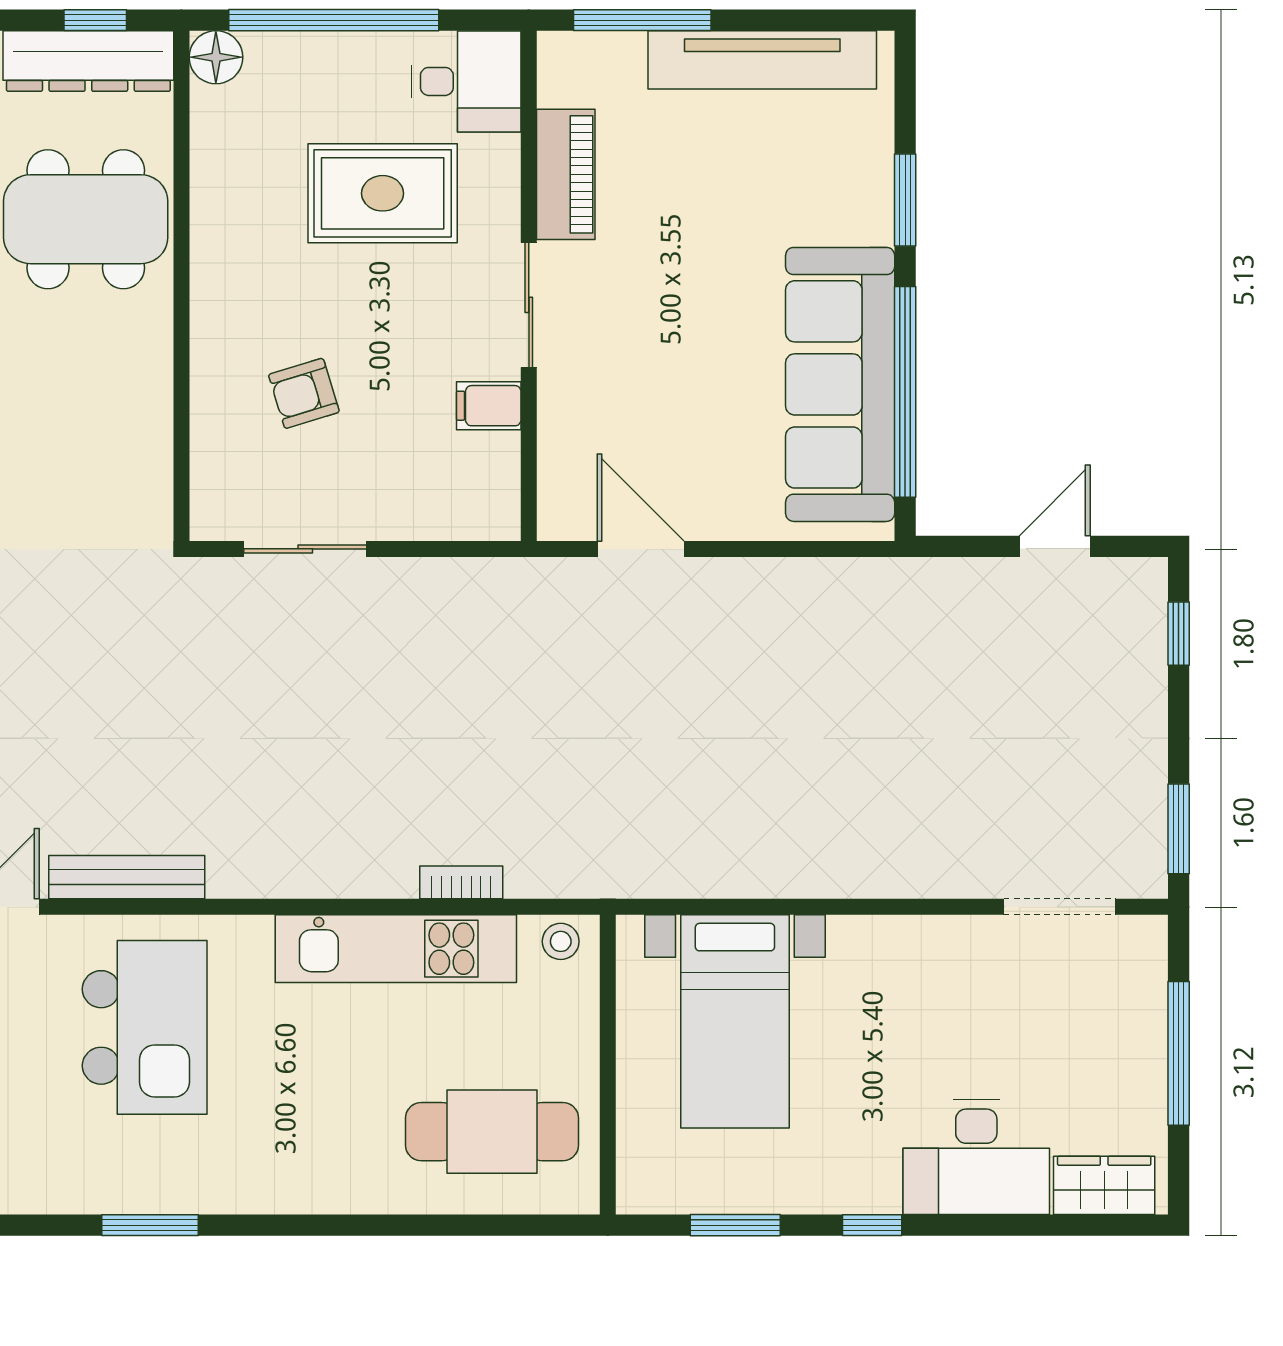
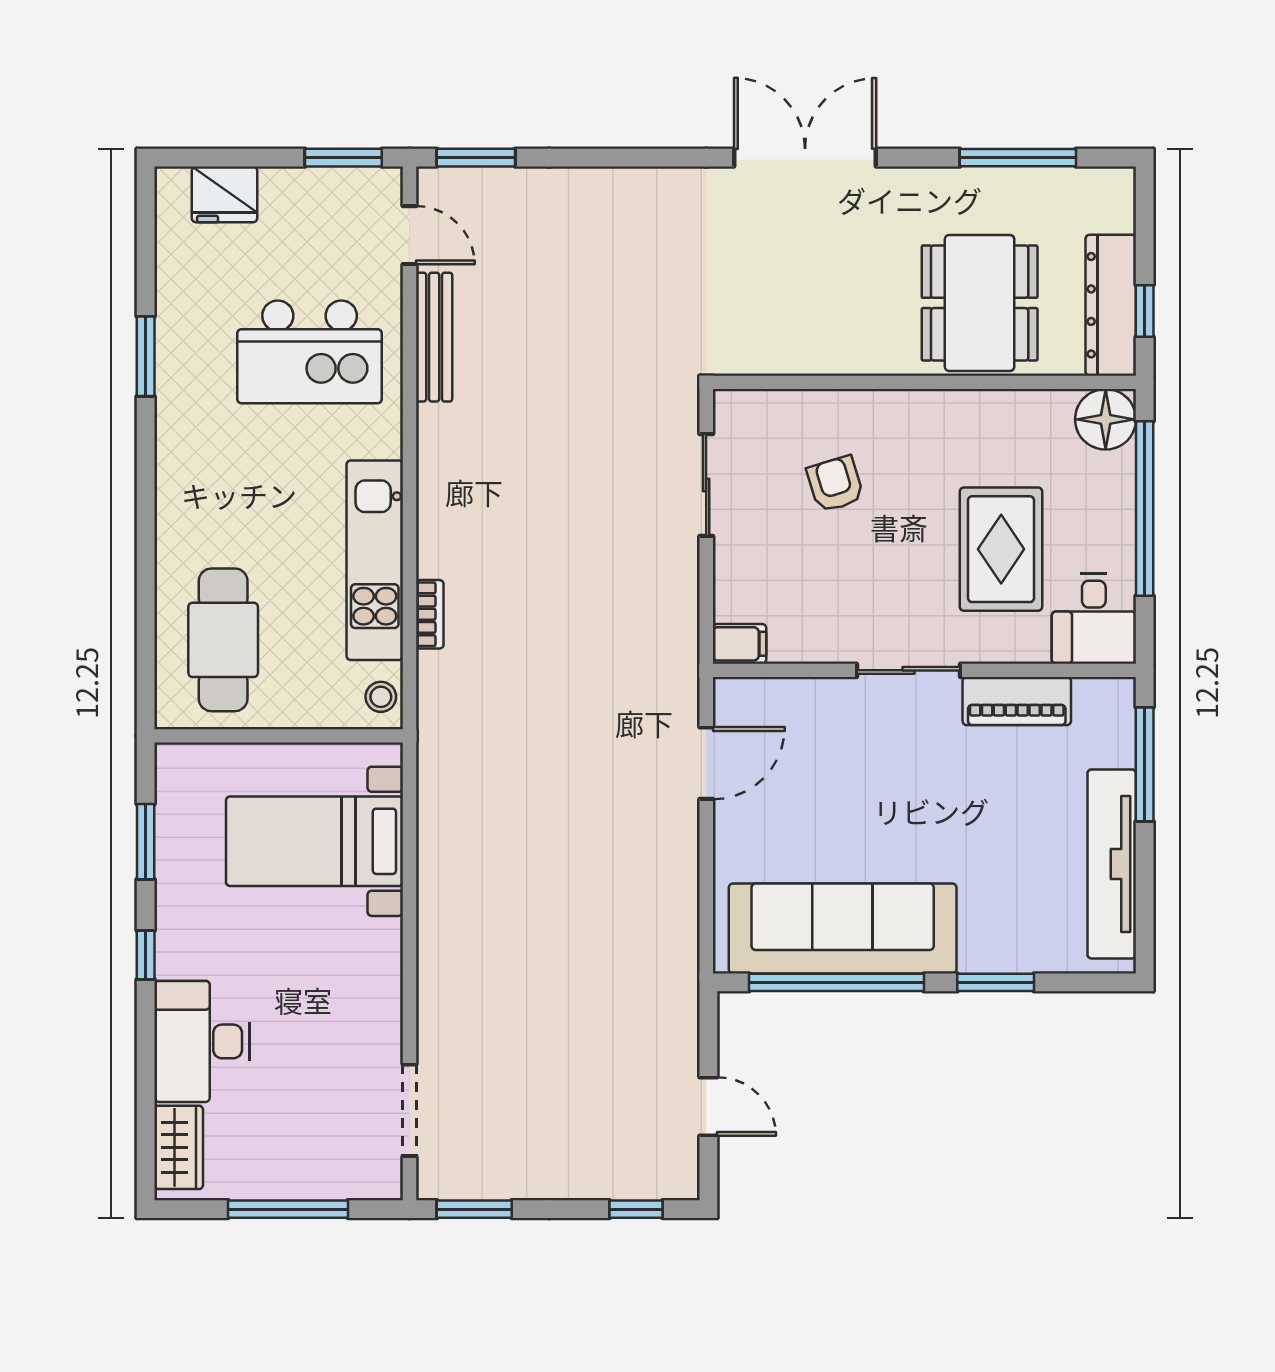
floor lamp: (216, 57) -> (1106, 419), width x1.38, depth x1.38
filing cabinet: (489, 406) -> (739, 644), moved, turned 90

